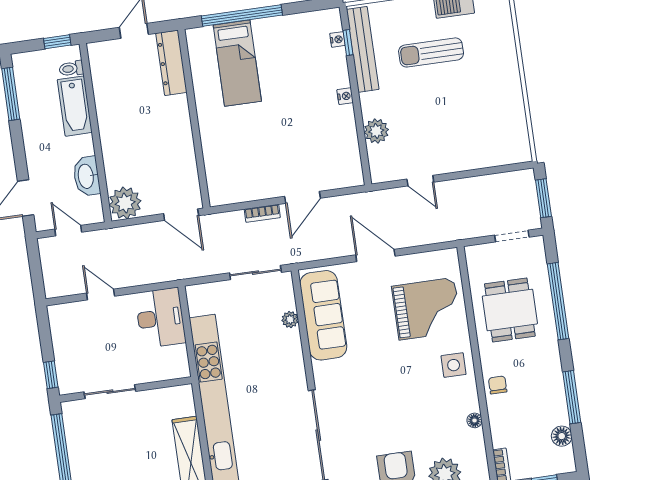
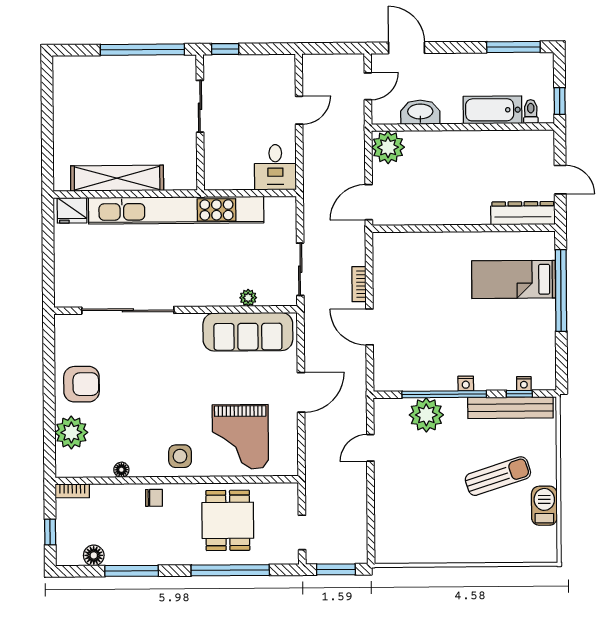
sun lounger: (431, 52) -> (498, 476), turned 72
window: (358, 116) -> (444, 394), added
plant: (376, 131) -> (426, 415), width x1.36, depth x1.36
dining table: (510, 310) -> (228, 520), turned 90
desk: (160, 318) -> (275, 167), width x0.73

